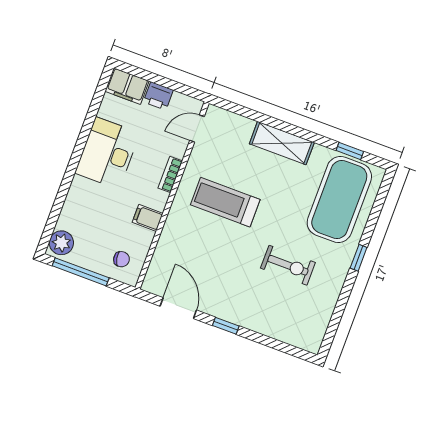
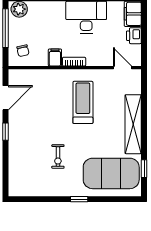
shelving: (282, 143) -> (133, 124), width x1.47
bookcase: (170, 174) -> (74, 62), moved
exercise bike: (288, 265) -> (58, 157), width x0.73, depth x0.72

